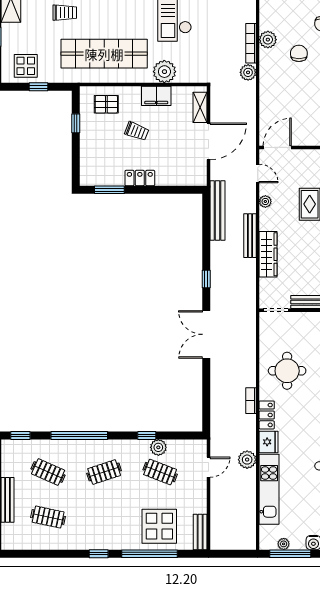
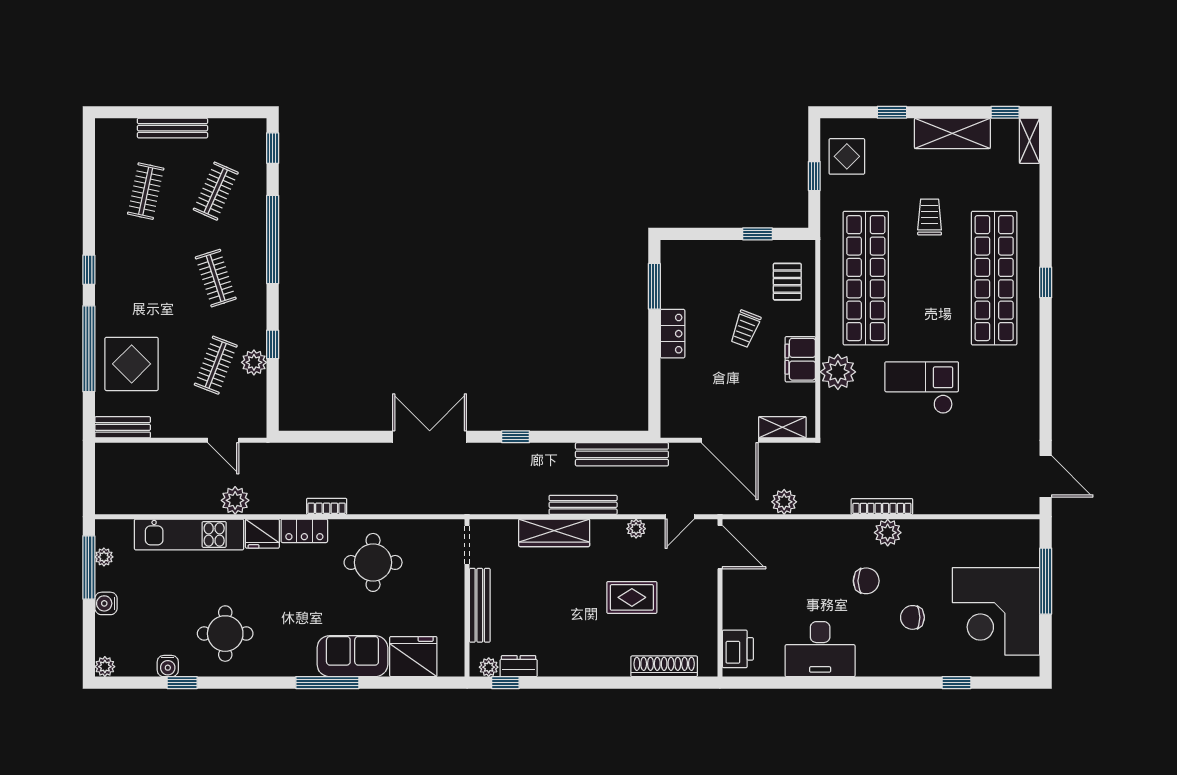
trolley: (65, 13) -> (930, 217), turned 180
plant: (248, 72) -> (784, 502), moved

